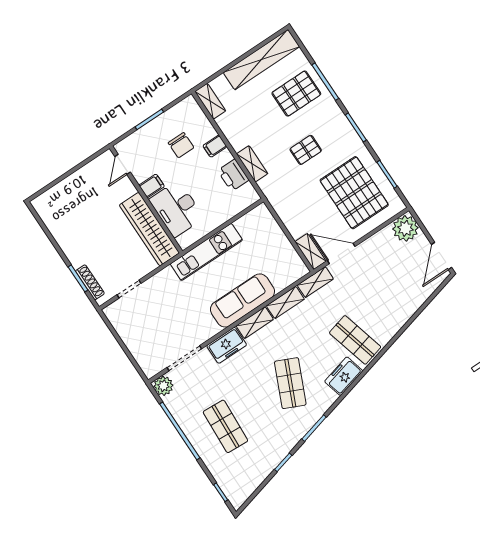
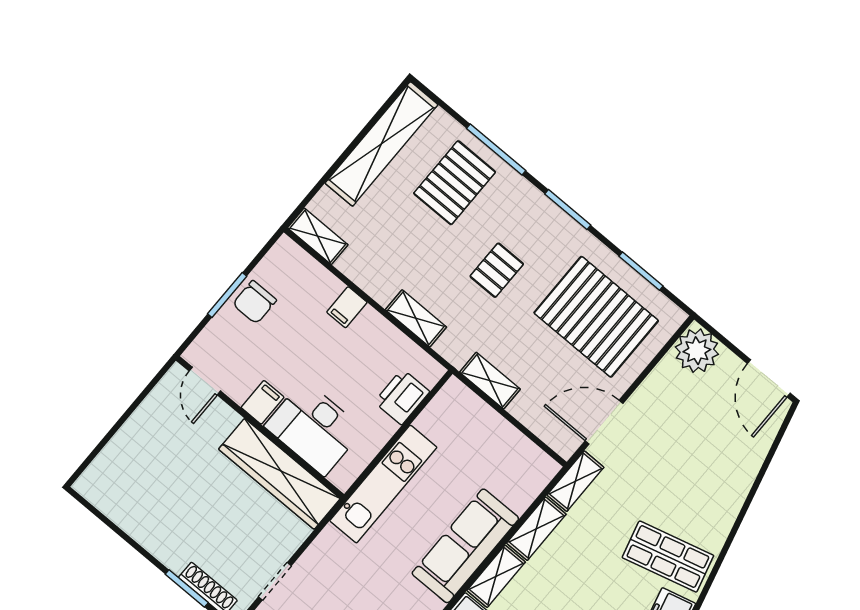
chair: (181, 145) -> (255, 302), moved, turned 90
printer: (233, 175) -> (402, 397), moved, turned 90
shelving: (310, 251) -> (490, 381), moved

